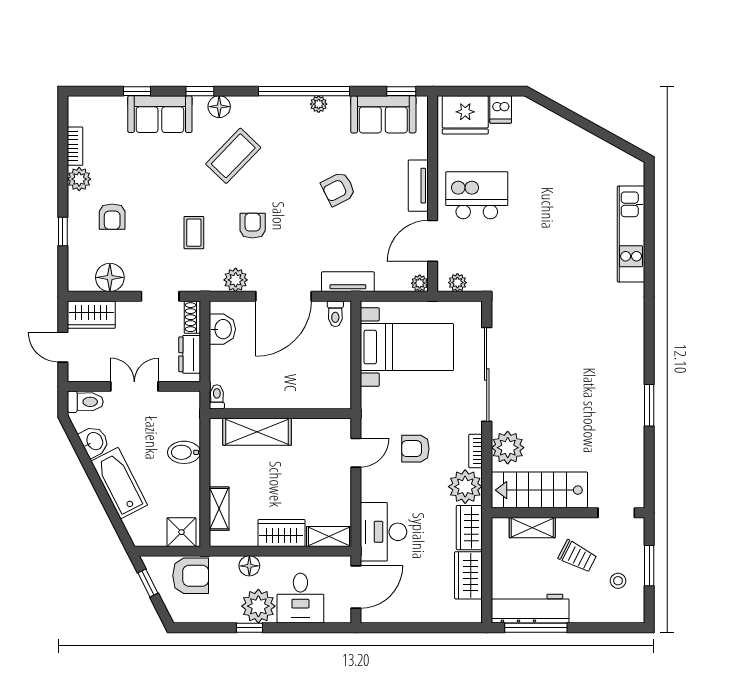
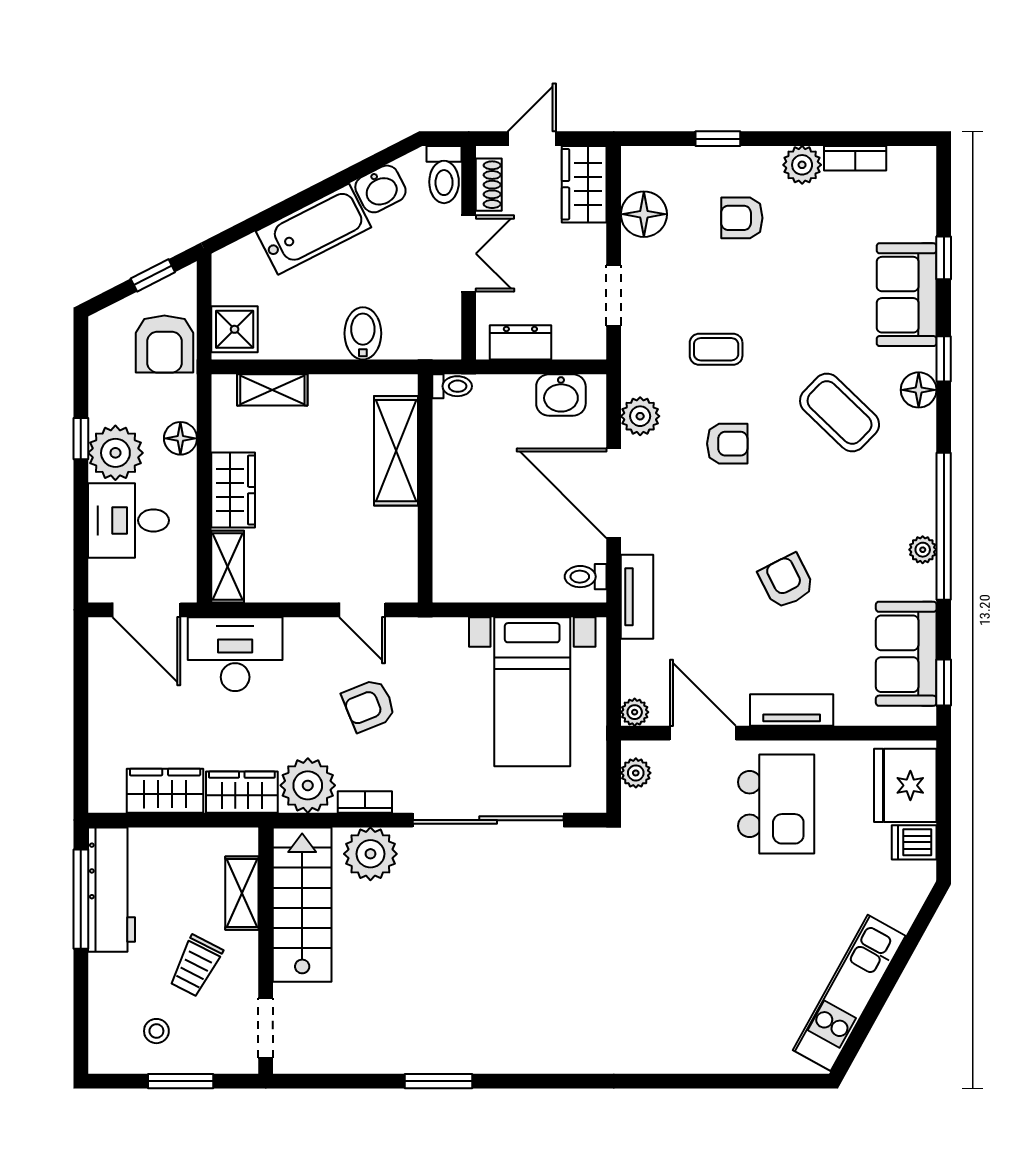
kitchen unit: (631, 234) -> (849, 993), moved, turned -61
shoe rack: (192, 317) -> (489, 185), moved, turned 90
armchair: (415, 449) -> (369, 705), turned -112

